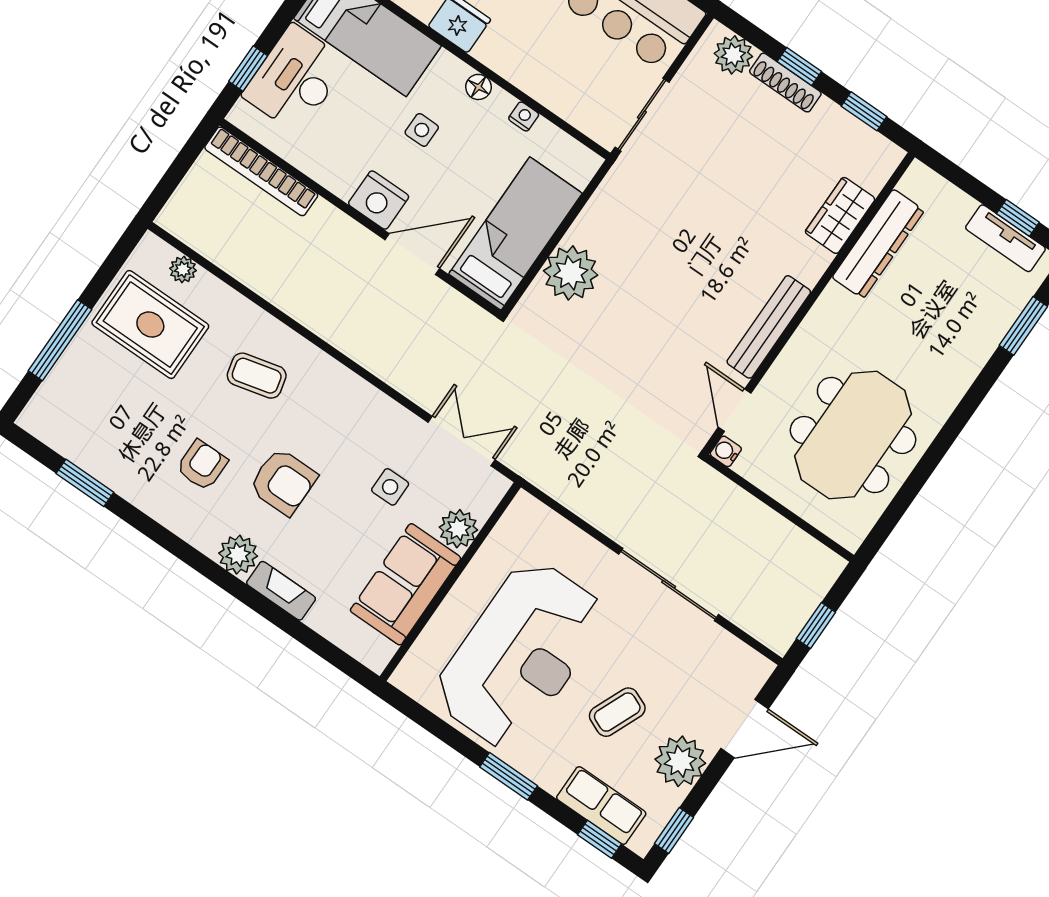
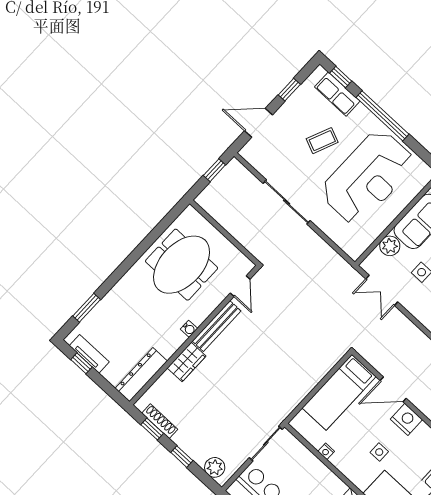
shoe rack: (785, 83) -> (160, 421), moved
floor lamp: (478, 87) -> (347, 470), removed
wardrobe: (840, 215) -> (187, 362), moved
dresser: (878, 244) -> (141, 375), moved
plant: (571, 273) -> (314, 368), removed
water cooler: (726, 451) -> (189, 329), moved
reception desk: (520, 654) -> (368, 177), turned 180
plant: (680, 761) -> (294, 111), removed
window: (509, 776) -> (382, 116), width x2.11
window: (674, 830) -> (289, 90), moved

